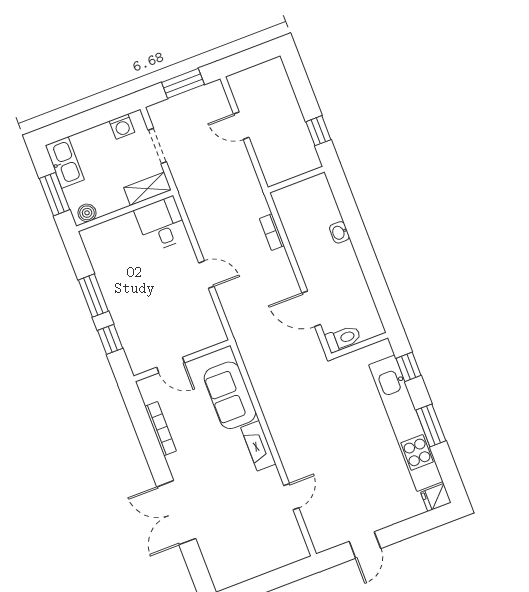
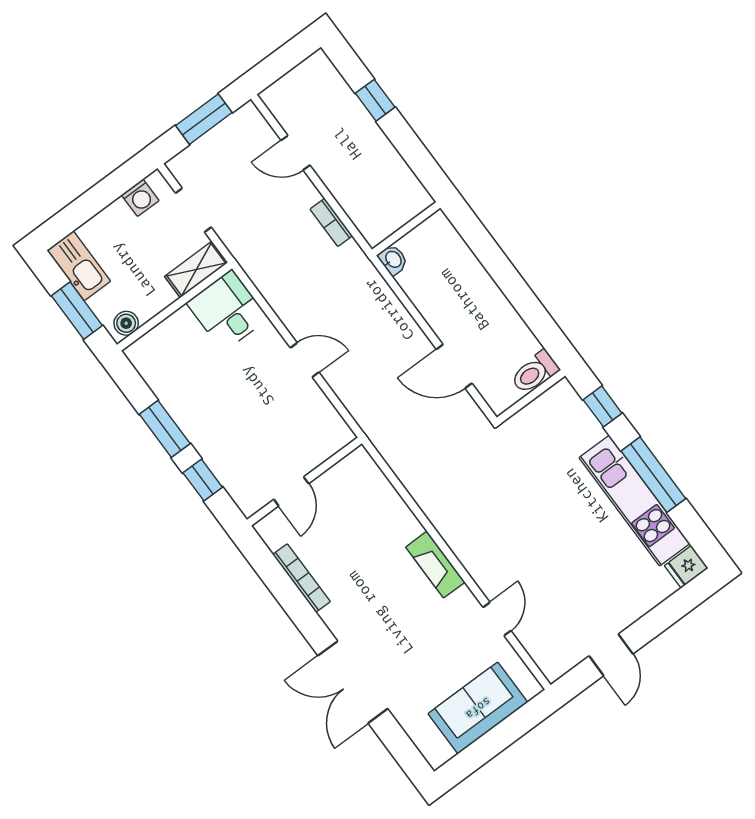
window: (318, 131) -> (375, 100), moved
wall: (296, 180) -> (406, 229), moved
bookcase: (272, 232) -> (331, 222), moved
washbasin: (339, 232) -> (393, 260), moved, turned 180
toilet: (343, 338) -> (535, 372), moved, turned 180
door: (171, 365) -> (291, 491), hinge flipped
sofa: (230, 395) -> (478, 708), moved, turned 90
kitchen unit: (406, 423) -> (634, 501), width x0.73
window: (431, 425) -> (653, 475), width x1.44

